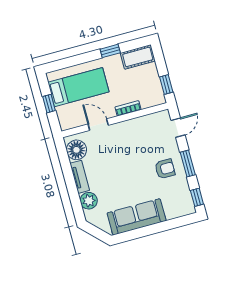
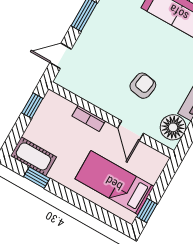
window: (110, 51) -> (37, 178), moved
window: (49, 104) -> (147, 211), moved
armchair: (165, 169) -> (143, 86), moved, turned 100

